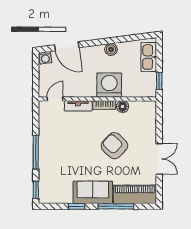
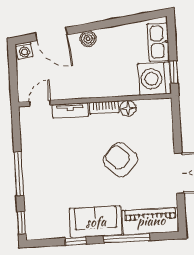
boiler: (111, 49) -> (88, 39), moved
washing machine: (109, 85) -> (155, 79), moved, turned -90

